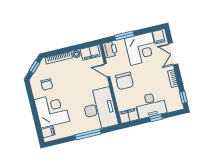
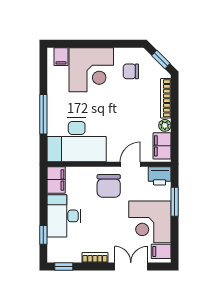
chair: (124, 81) -> (109, 186), turned -90
window: (156, 118) -> (43, 235), moved

